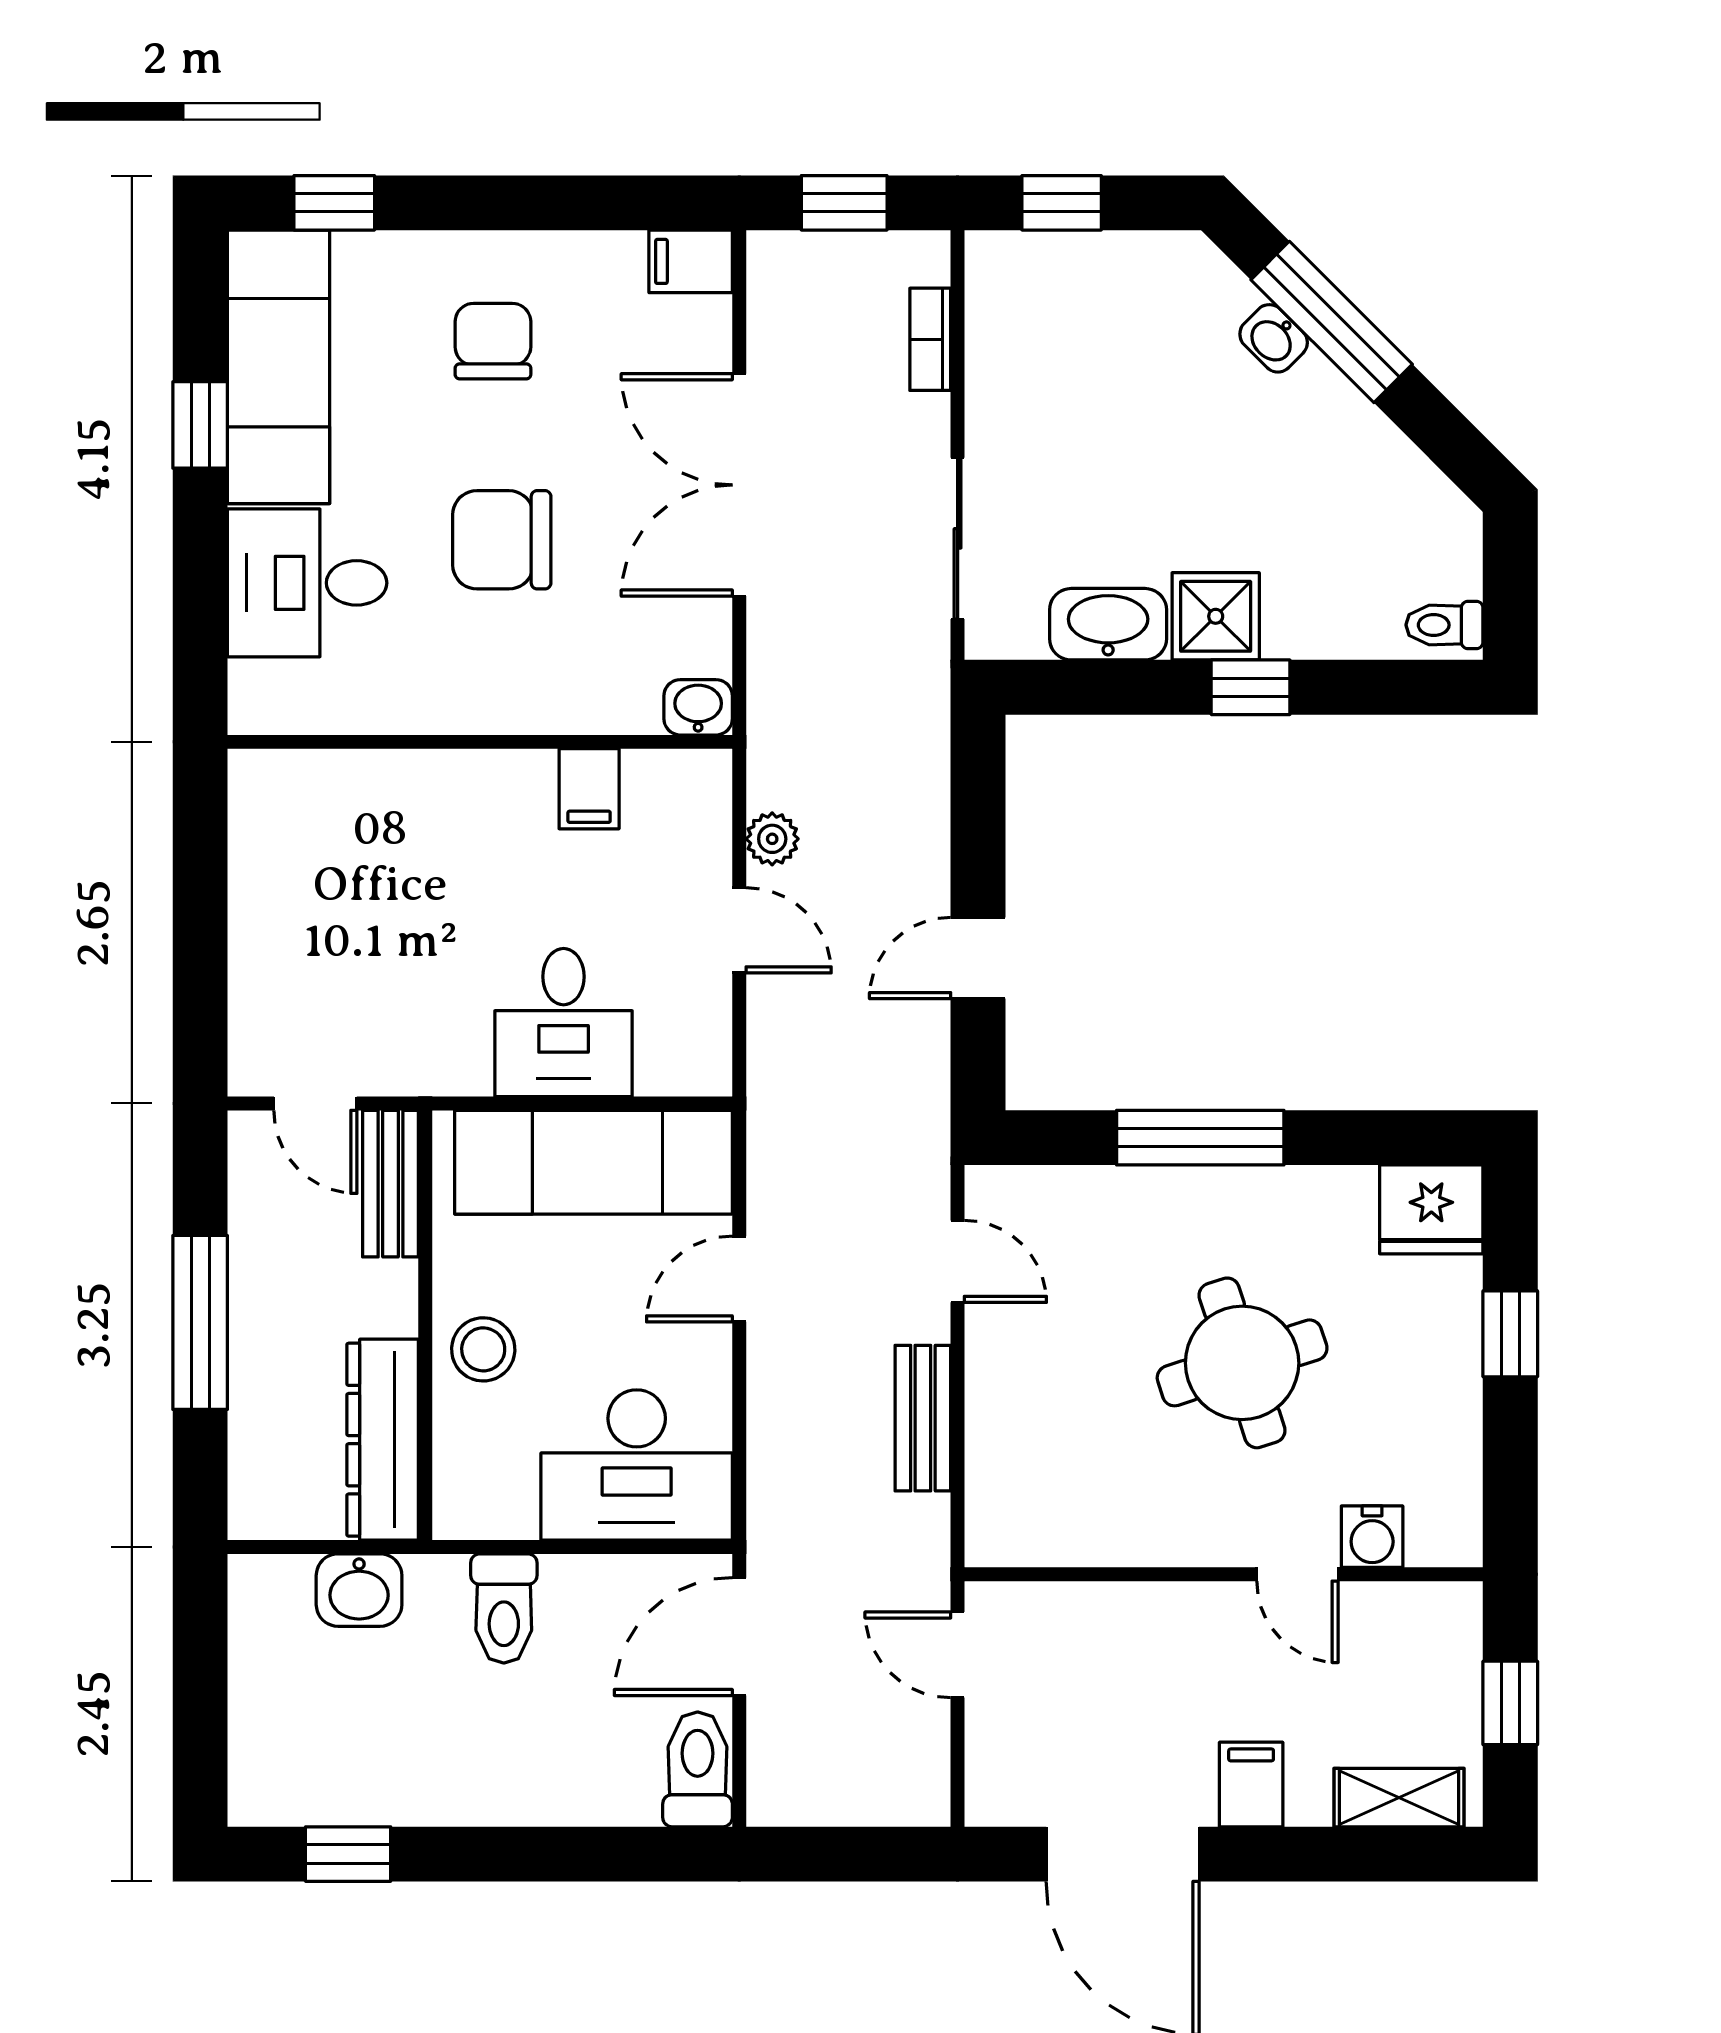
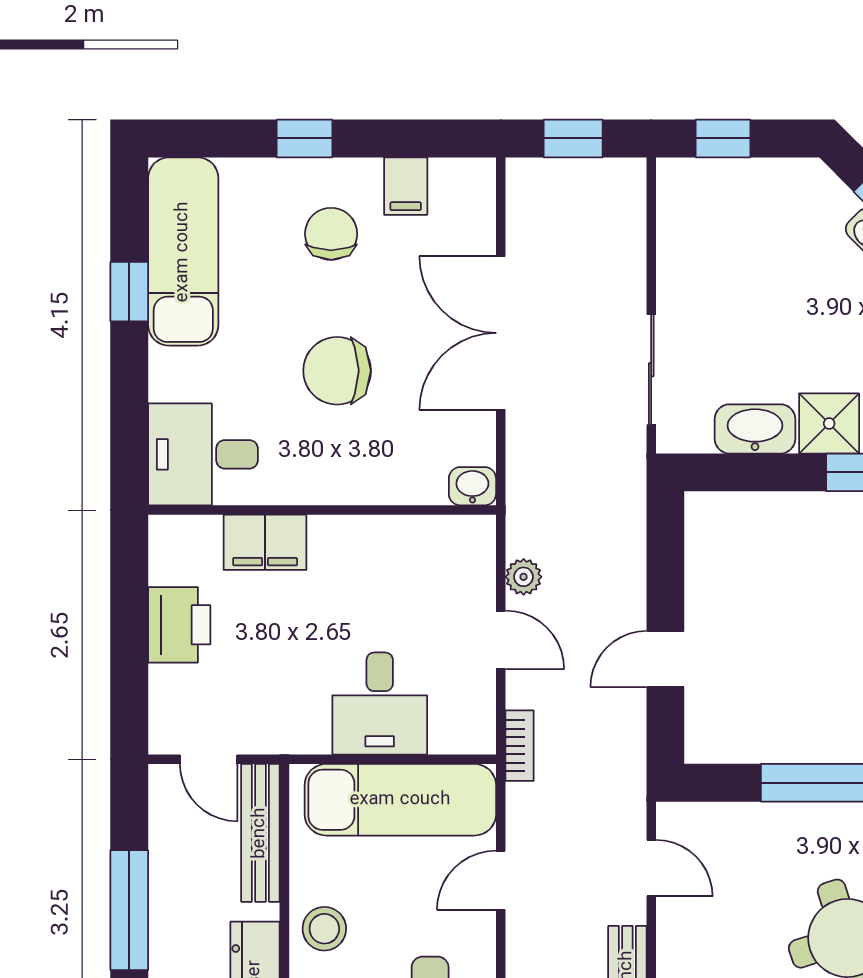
window: (334, 203) -> (305, 138), moved
filing cabinet: (691, 261) -> (406, 186), moved, turned -90
bookcase: (930, 339) -> (520, 746), moved, turned 180
desk: (307, 583) -> (203, 454), moved
filing cabinet: (589, 789) -> (265, 542), moved, width x2.00
printer: (273, 908) -> (179, 625), added
bench: (390, 1184) -> (260, 833), width x1.36

